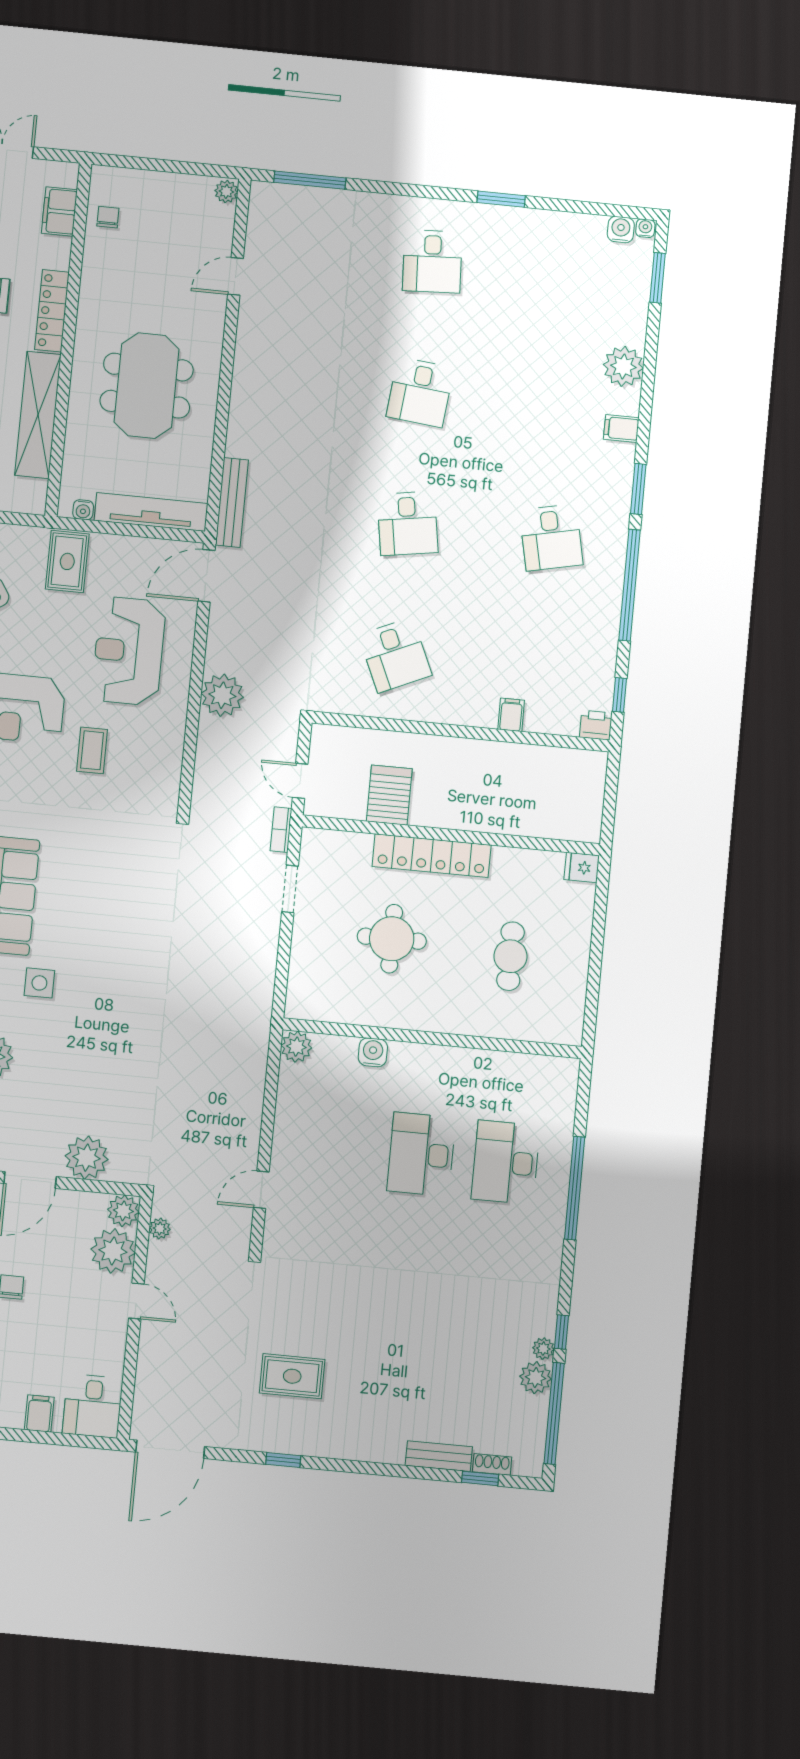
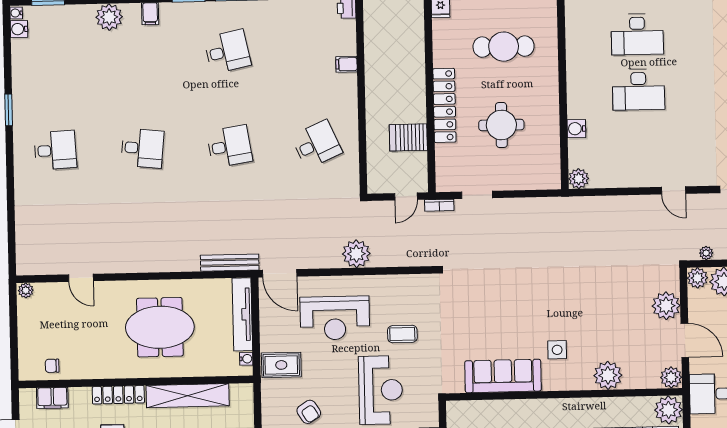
window: (310, 180) -> (11, 237), removed
cafe table: (510, 956) -> (504, 47), width x1.37, depth x1.35

